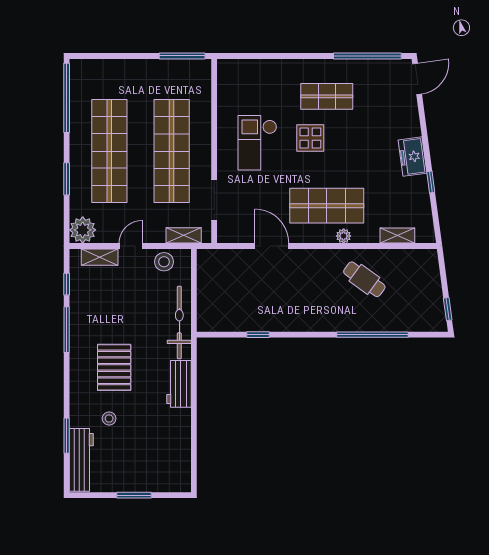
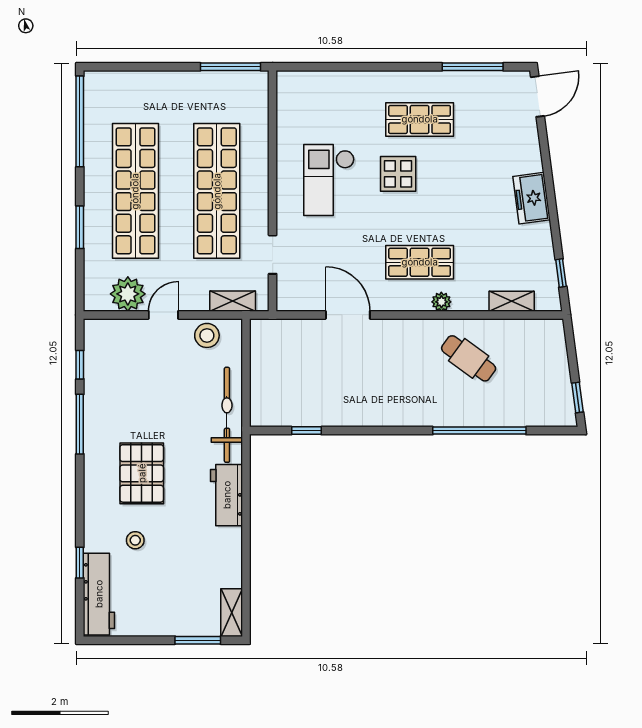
window: (367, 56) -> (473, 67), width x0.68
window: (431, 182) -> (561, 273), moved
doorway: (214, 200) -> (273, 255), width x0.73
shop shelf: (327, 206) -> (420, 262), width x0.70, depth x0.74
plant: (83, 230) -> (128, 294), moved
shelving: (100, 257) -> (232, 613), moved, turned 90
window: (258, 335) -> (306, 431), moved
window: (67, 436) -> (80, 563), width x0.67
window: (134, 495) -> (198, 640), moved

